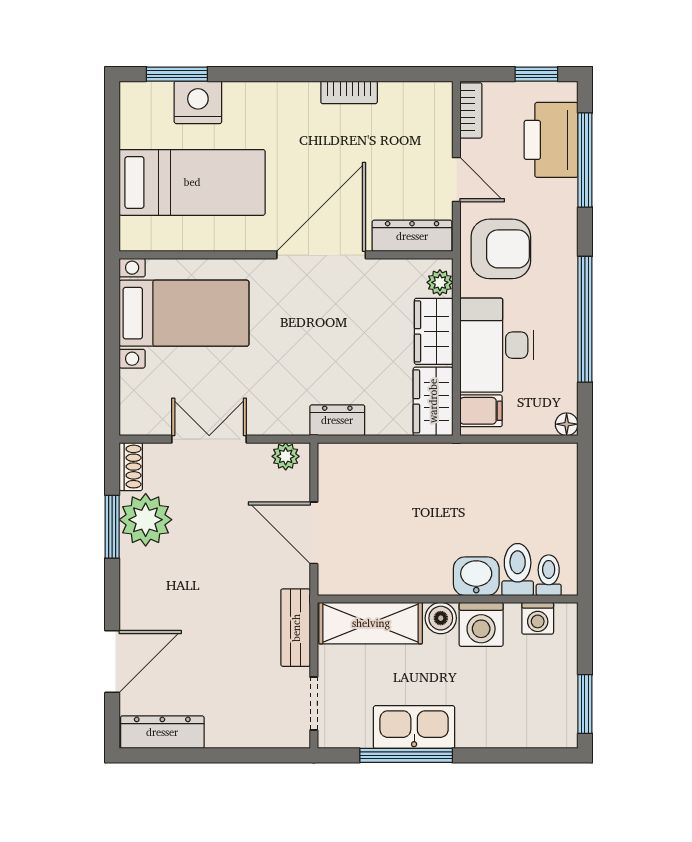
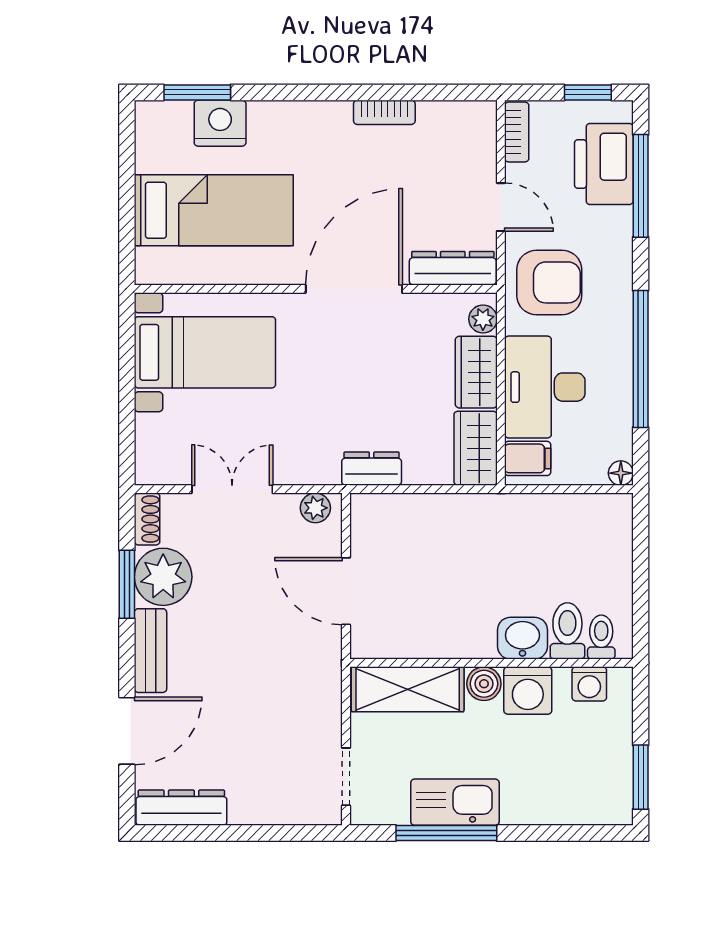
bench: (296, 628) -> (150, 651), moved

